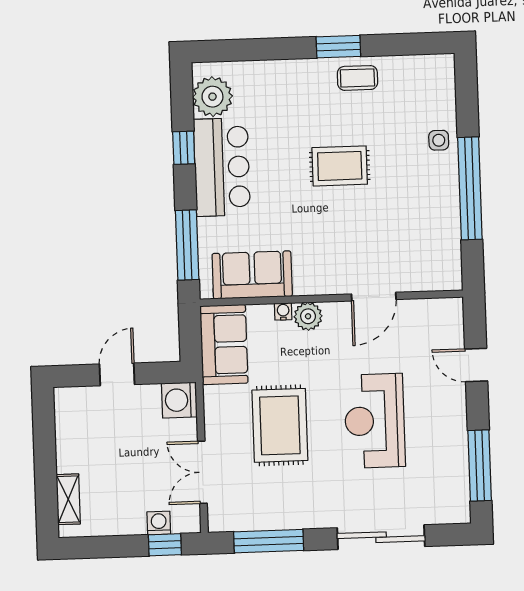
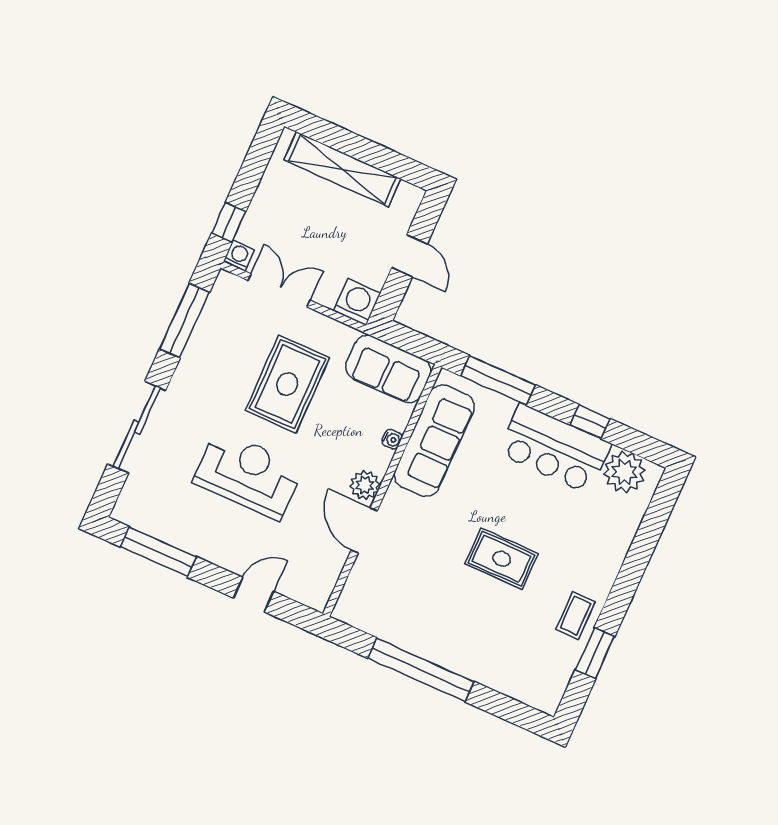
window: (338, 47) -> (595, 653), moved
side table: (439, 140) -> (480, 663), removed
rug: (340, 166) -> (502, 559), turned 90
sofa: (252, 275) -> (434, 441), width x1.36
plant: (308, 316) -> (365, 485), moved
rug: (280, 425) -> (287, 384), turned 90
shelving: (68, 499) -> (342, 169), width x2.20, depth x1.33
washing machine: (159, 523) -> (239, 256), moved, turned -90

